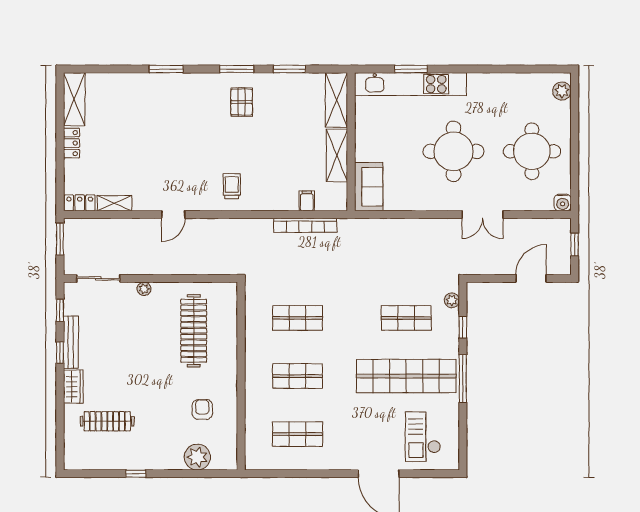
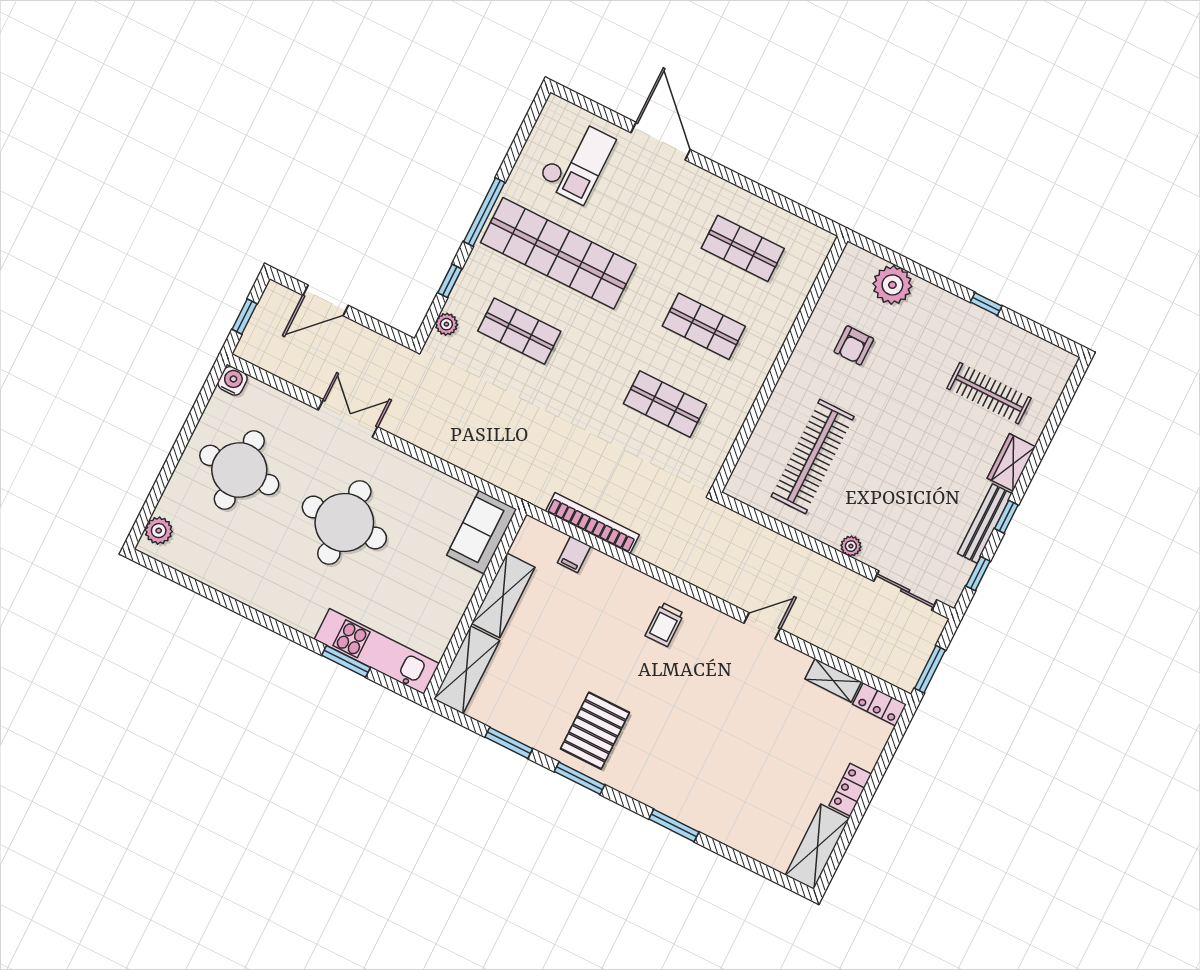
kitchen unit: (410, 84) -> (377, 651), width x0.73
pallet: (242, 102) -> (595, 731), width x1.50, depth x1.42

